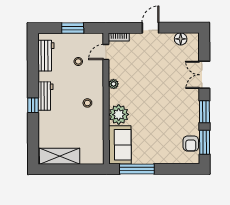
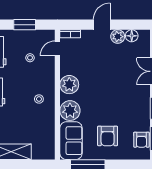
plant: (166, 40) -> (118, 37), added
plant: (114, 84) -> (69, 85), width x1.88, depth x1.88
armchair: (157, 140) -> (108, 136), added

